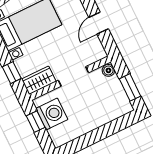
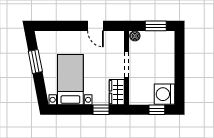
washing machine: (52, 114) -> (164, 94), moved, turned -90
window: (36, 122) -> (157, 110), moved

